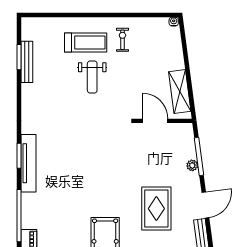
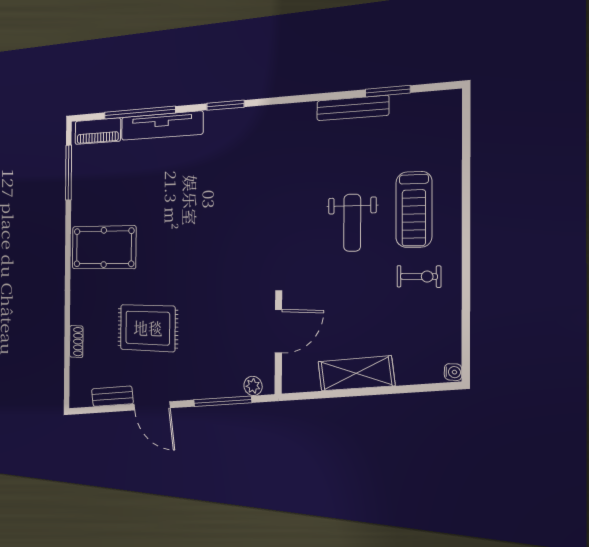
bench: (27, 62) -> (352, 108), moved
weight bench: (92, 77) -> (352, 223), turned -90
shelving: (180, 92) -> (356, 373), moved
tv unit: (28, 163) -> (162, 126), moved
plant: (192, 165) -> (253, 386), moved

